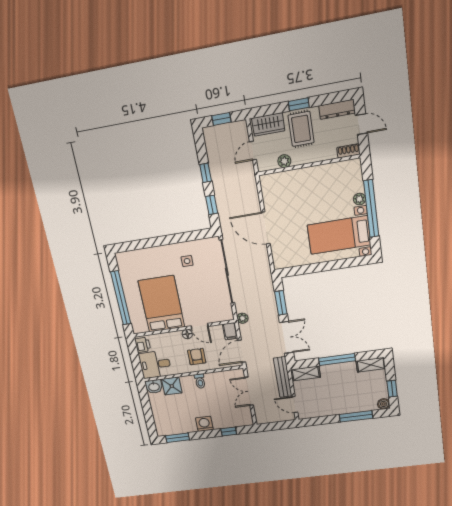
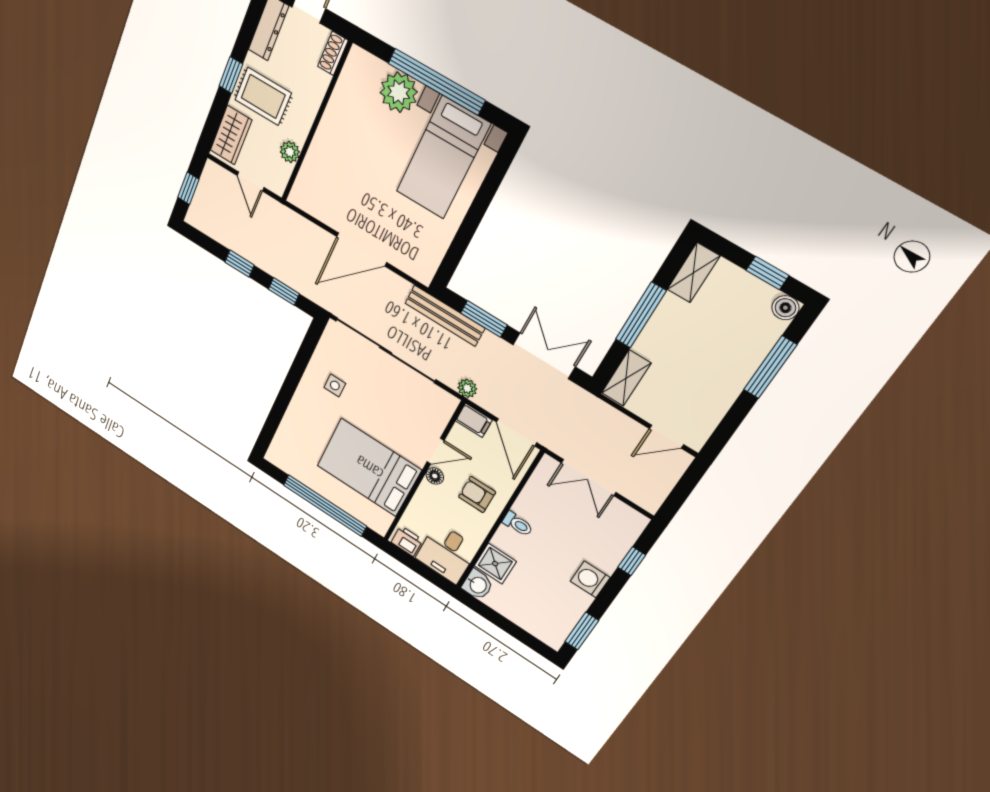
plant: (359, 199) -> (399, 92), width x1.88, depth x1.88
bench: (283, 377) -> (445, 316), moved

